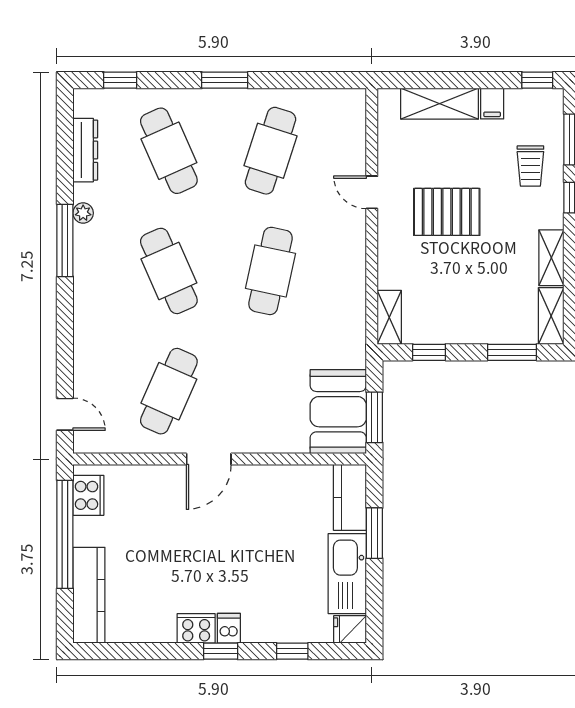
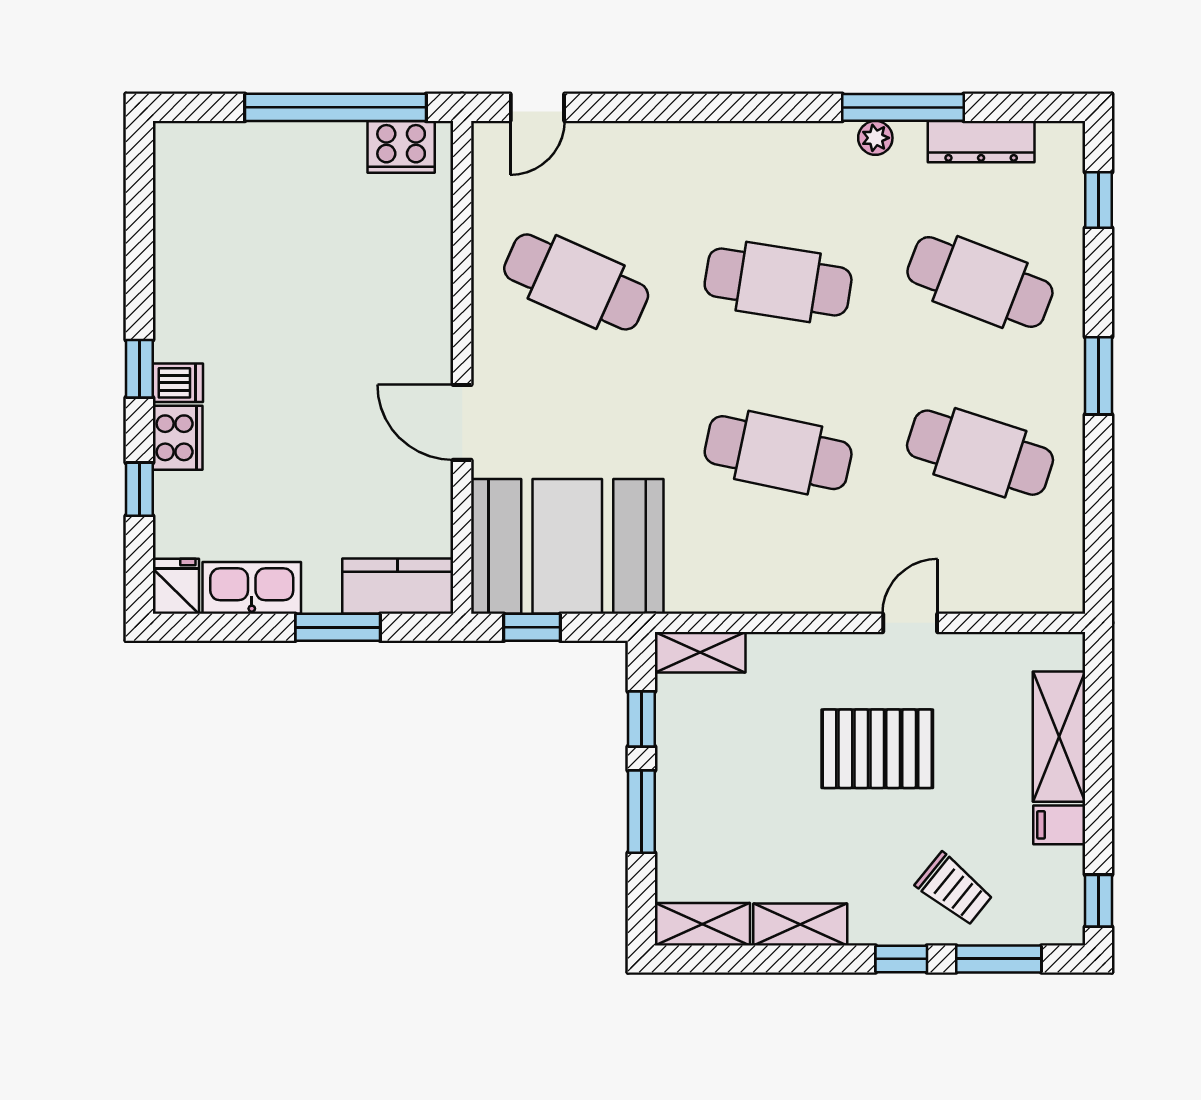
cafe table: (169, 151) -> (980, 282), turned 45
trolley: (530, 166) -> (954, 889), turned -141
pallet: (447, 212) -> (877, 749), turned 90
window: (65, 240) -> (903, 107), moved
cafe table: (169, 271) -> (778, 282), turned 33
window: (512, 352) -> (641, 812), moved
booth: (338, 412) -> (567, 546), width x1.36, depth x1.42
window: (374, 417) -> (532, 627), width x0.67
door: (209, 459) -> (462, 422), moved
kitchen sink: (347, 574) -> (252, 588), width x0.73, depth x0.81
kitchen counter: (89, 595) -> (233, 148), removed
cooker: (196, 628) -> (178, 438), moved

